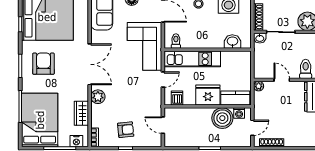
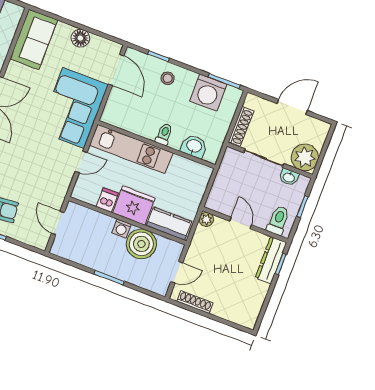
washbasin: (260, 38) -> (289, 177), moved
toilet: (176, 41) -> (164, 134), moved
dishwasher: (177, 98) -> (107, 200), moved
washing machine: (239, 113) -> (122, 229), moved

